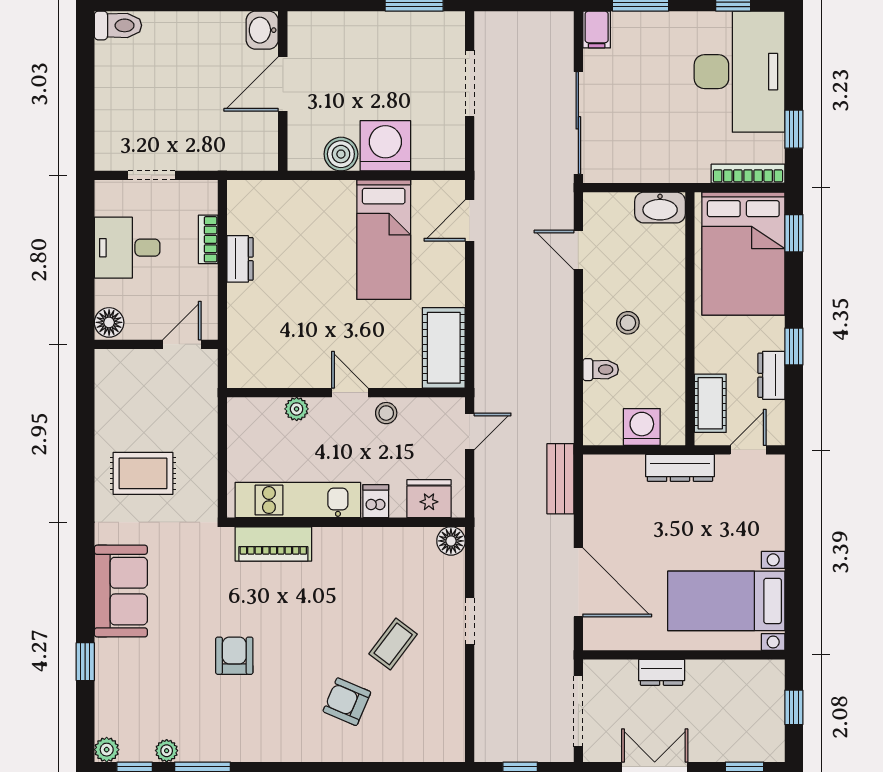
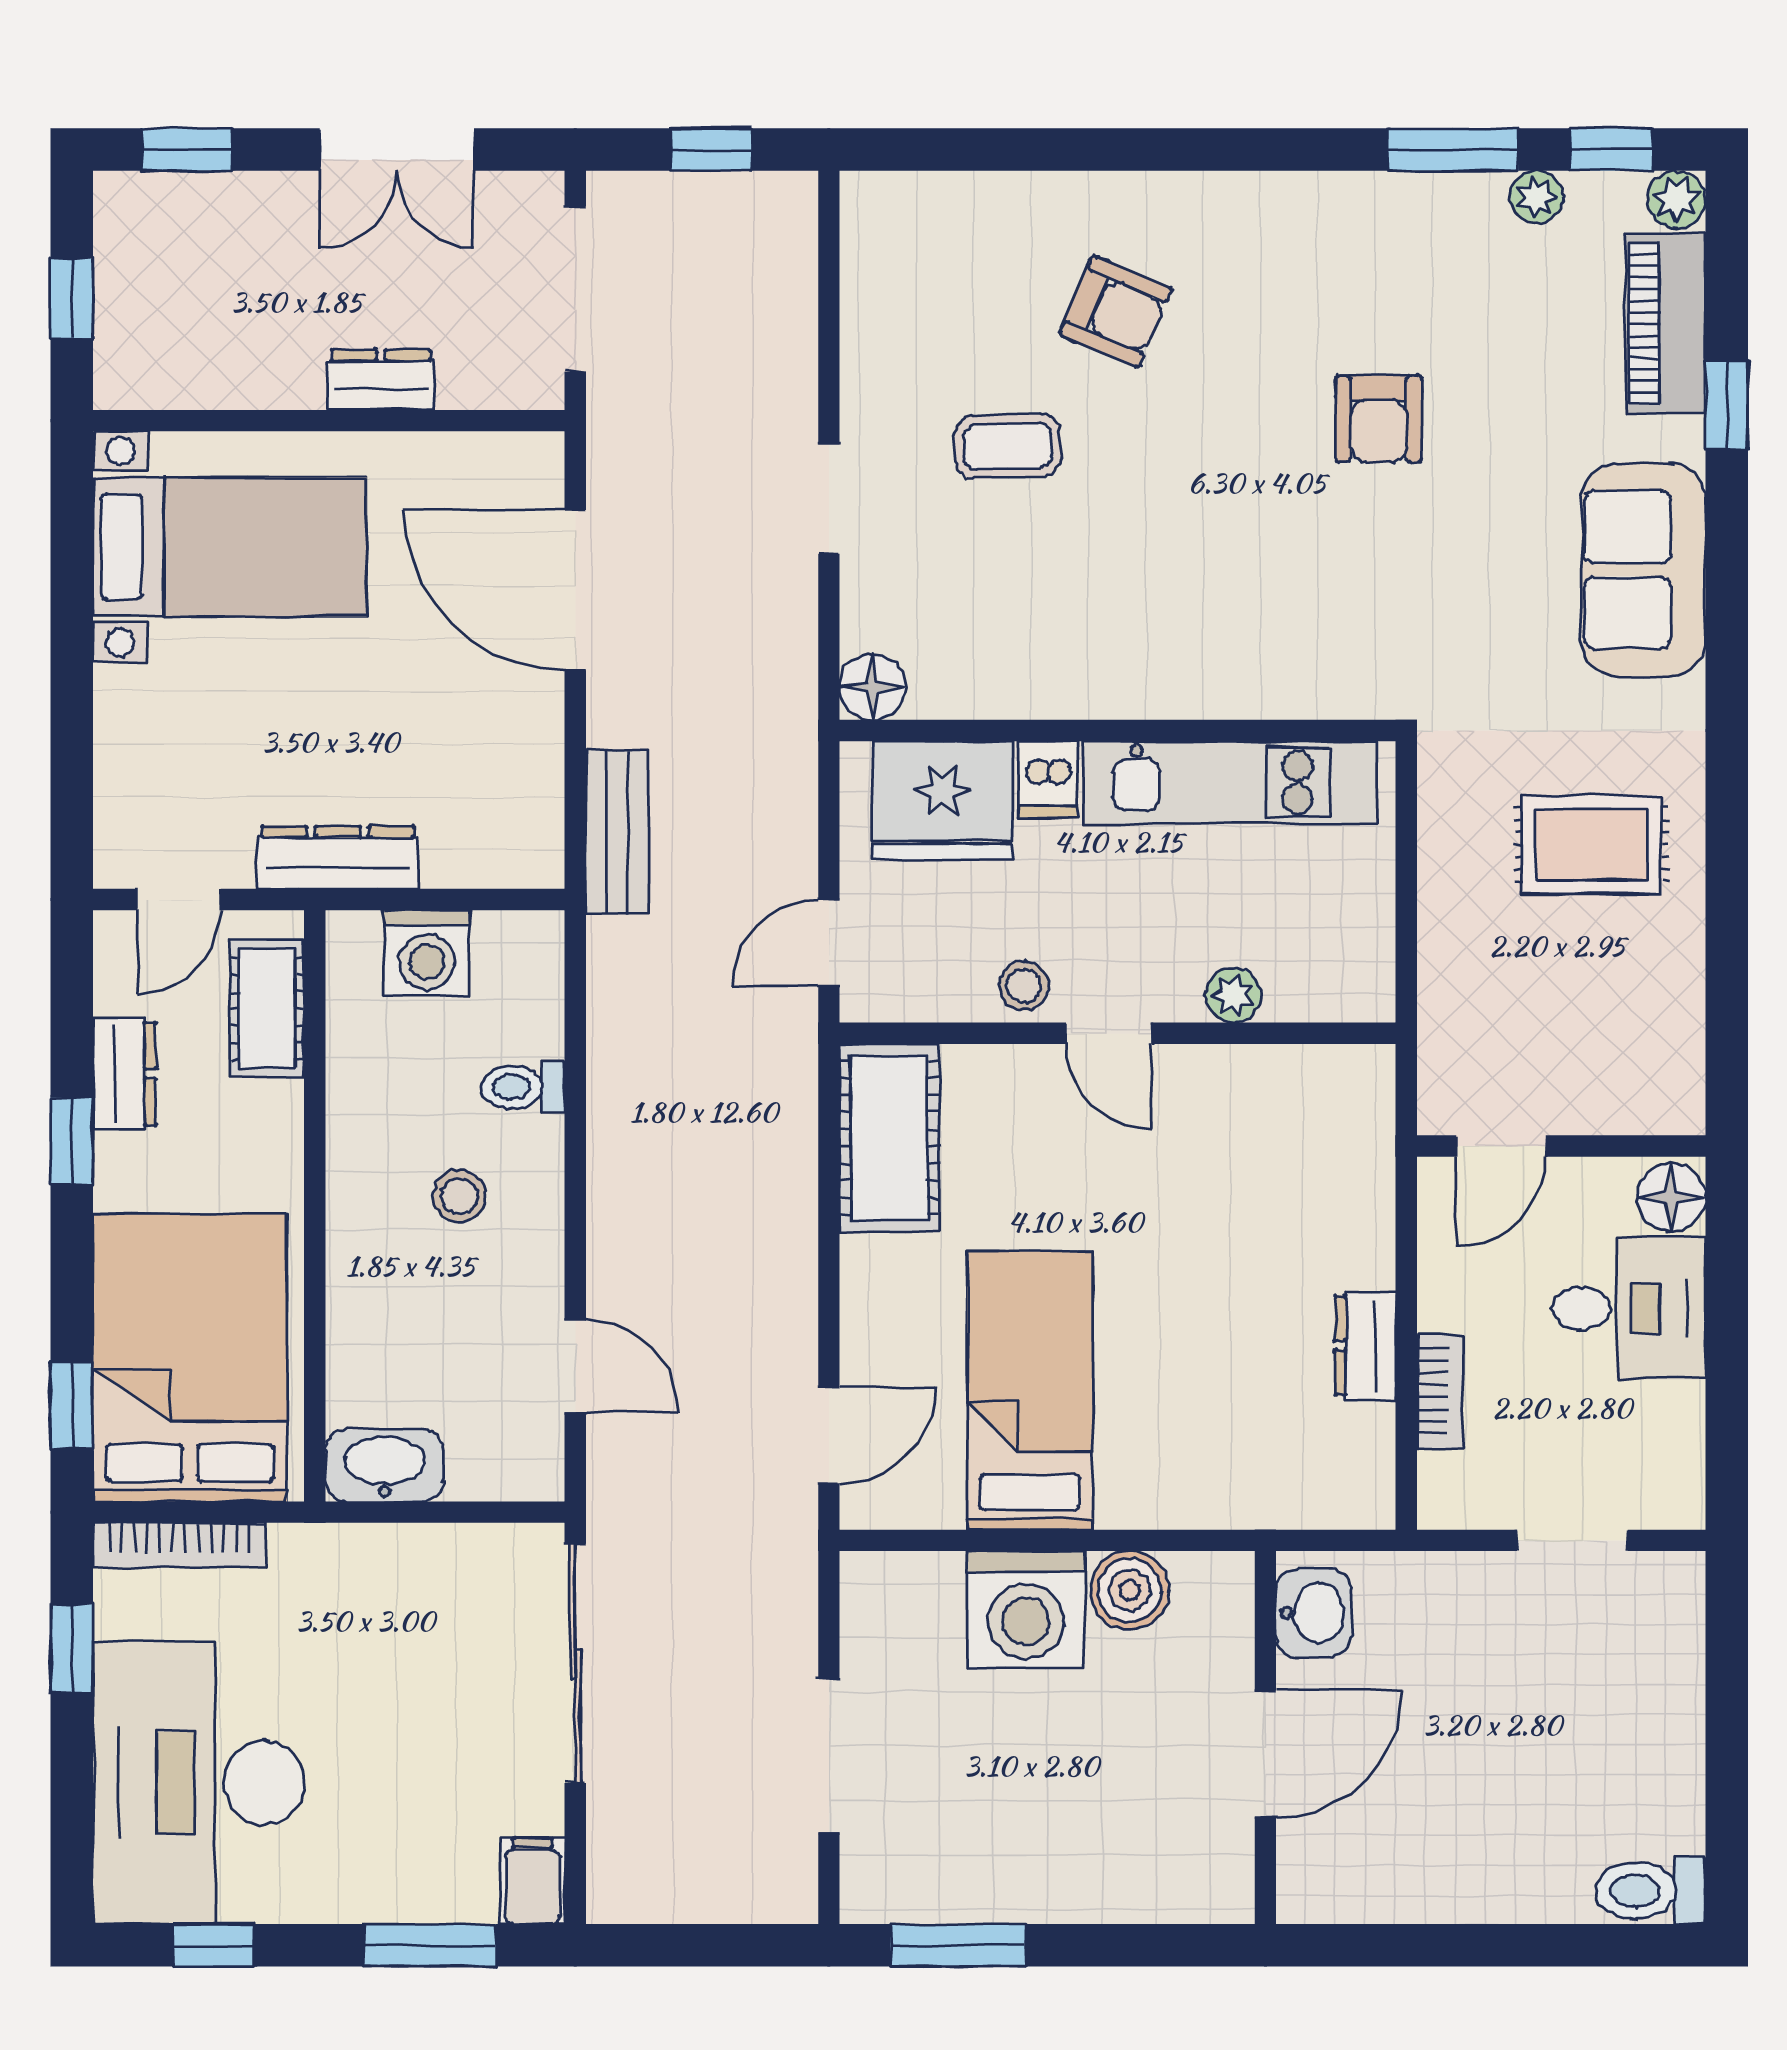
washbasin: (262, 30) -> (1314, 1613), moved
desk: (127, 248) -> (1629, 1308), moved
fridge: (429, 499) -> (943, 801), width x1.36, depth x1.34
piano: (273, 544) -> (1666, 324), moved, turned -90
coffee table: (393, 644) -> (1008, 446), turned 51

